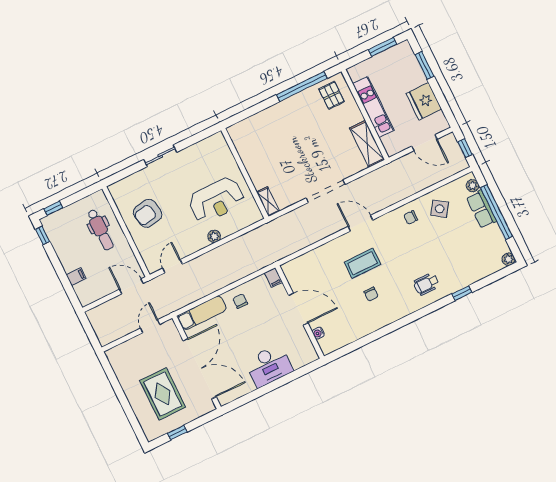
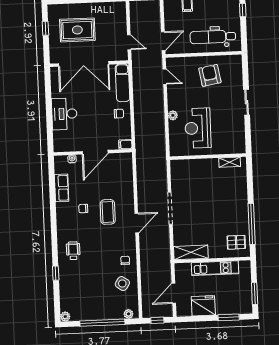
shelving: (268, 202) -> (230, 162), moved
row of seats: (481, 209) -> (62, 188), moved, turned 90
dental chair: (100, 230) -> (213, 37), width x1.36, depth x1.38

